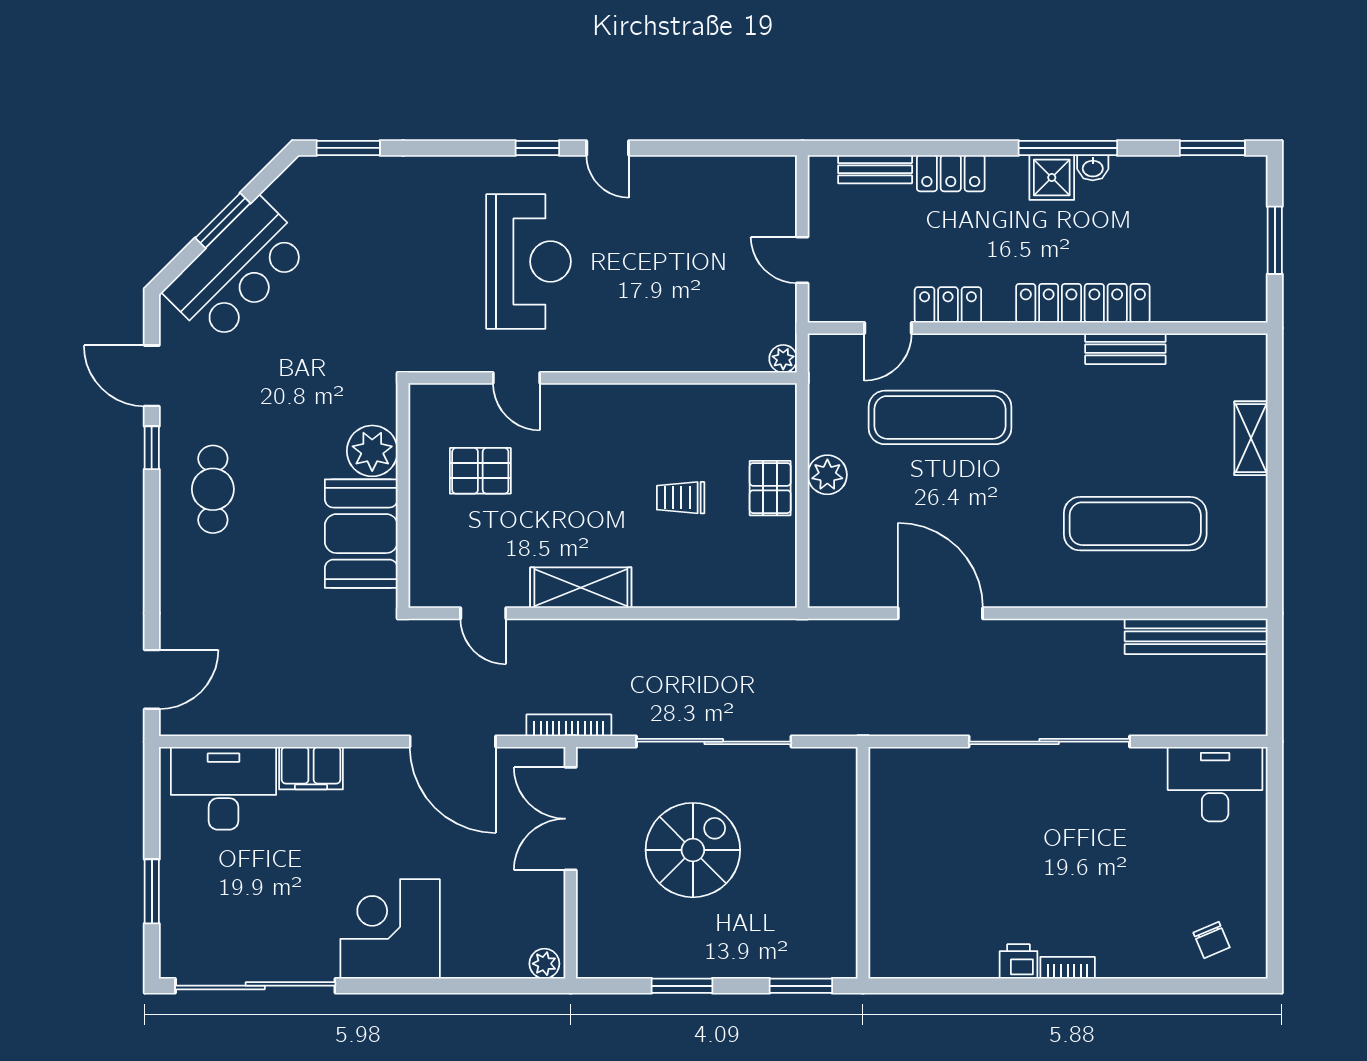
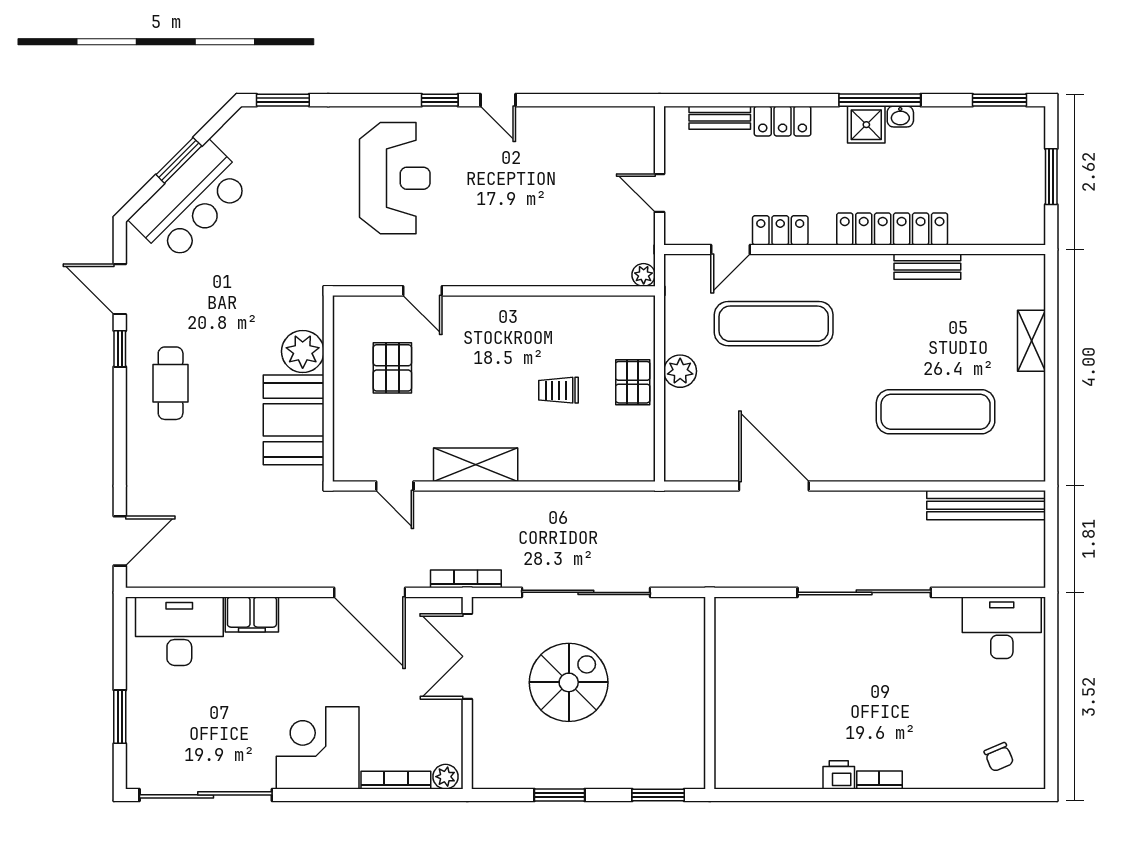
reception desk: (528, 261) -> (395, 178), moved
pallet: (480, 471) -> (392, 368), turned 90
bookcase: (485, 968) -> (396, 780), added

